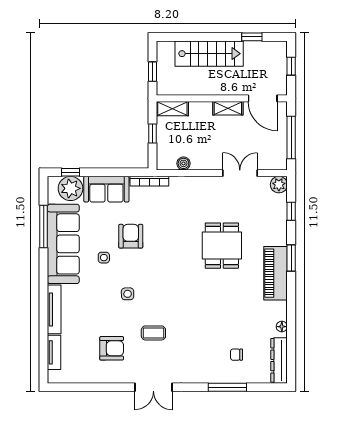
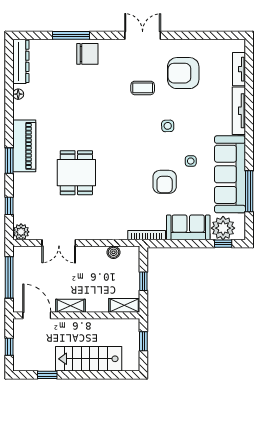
armchair: (112, 348) -> (183, 73), width x1.36, depth x1.36
chair: (236, 355) -> (87, 54), moved, width x1.87, depth x1.87

